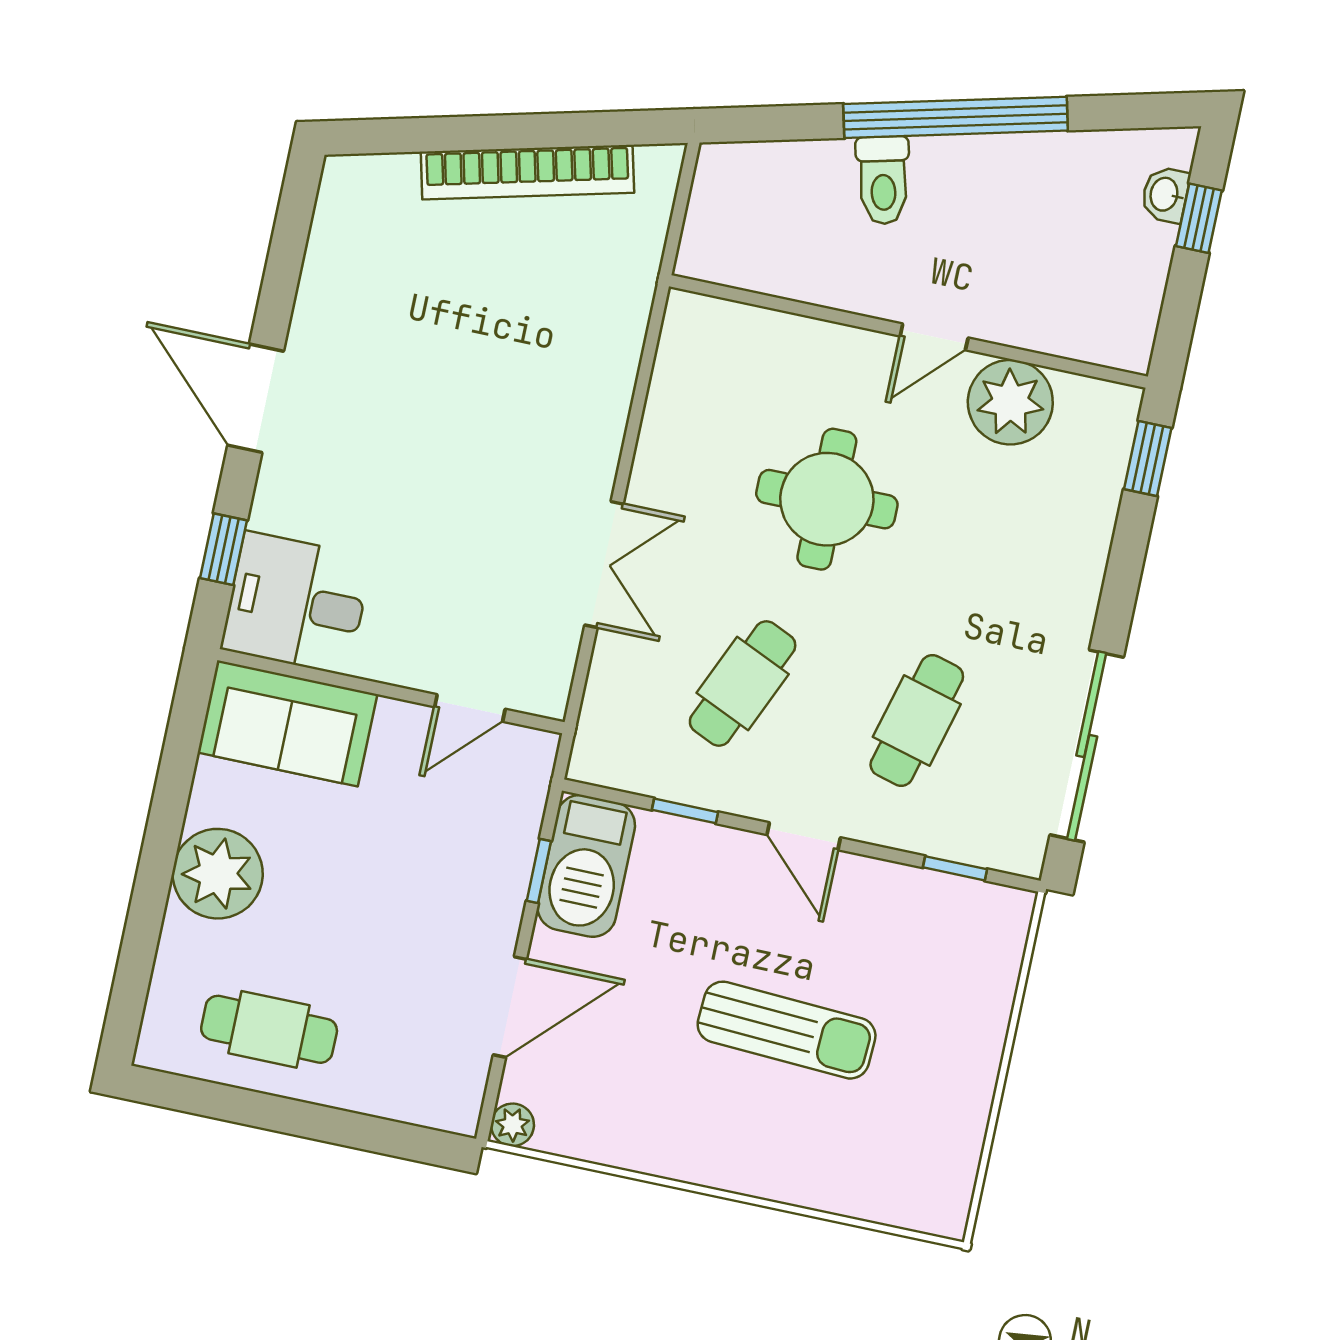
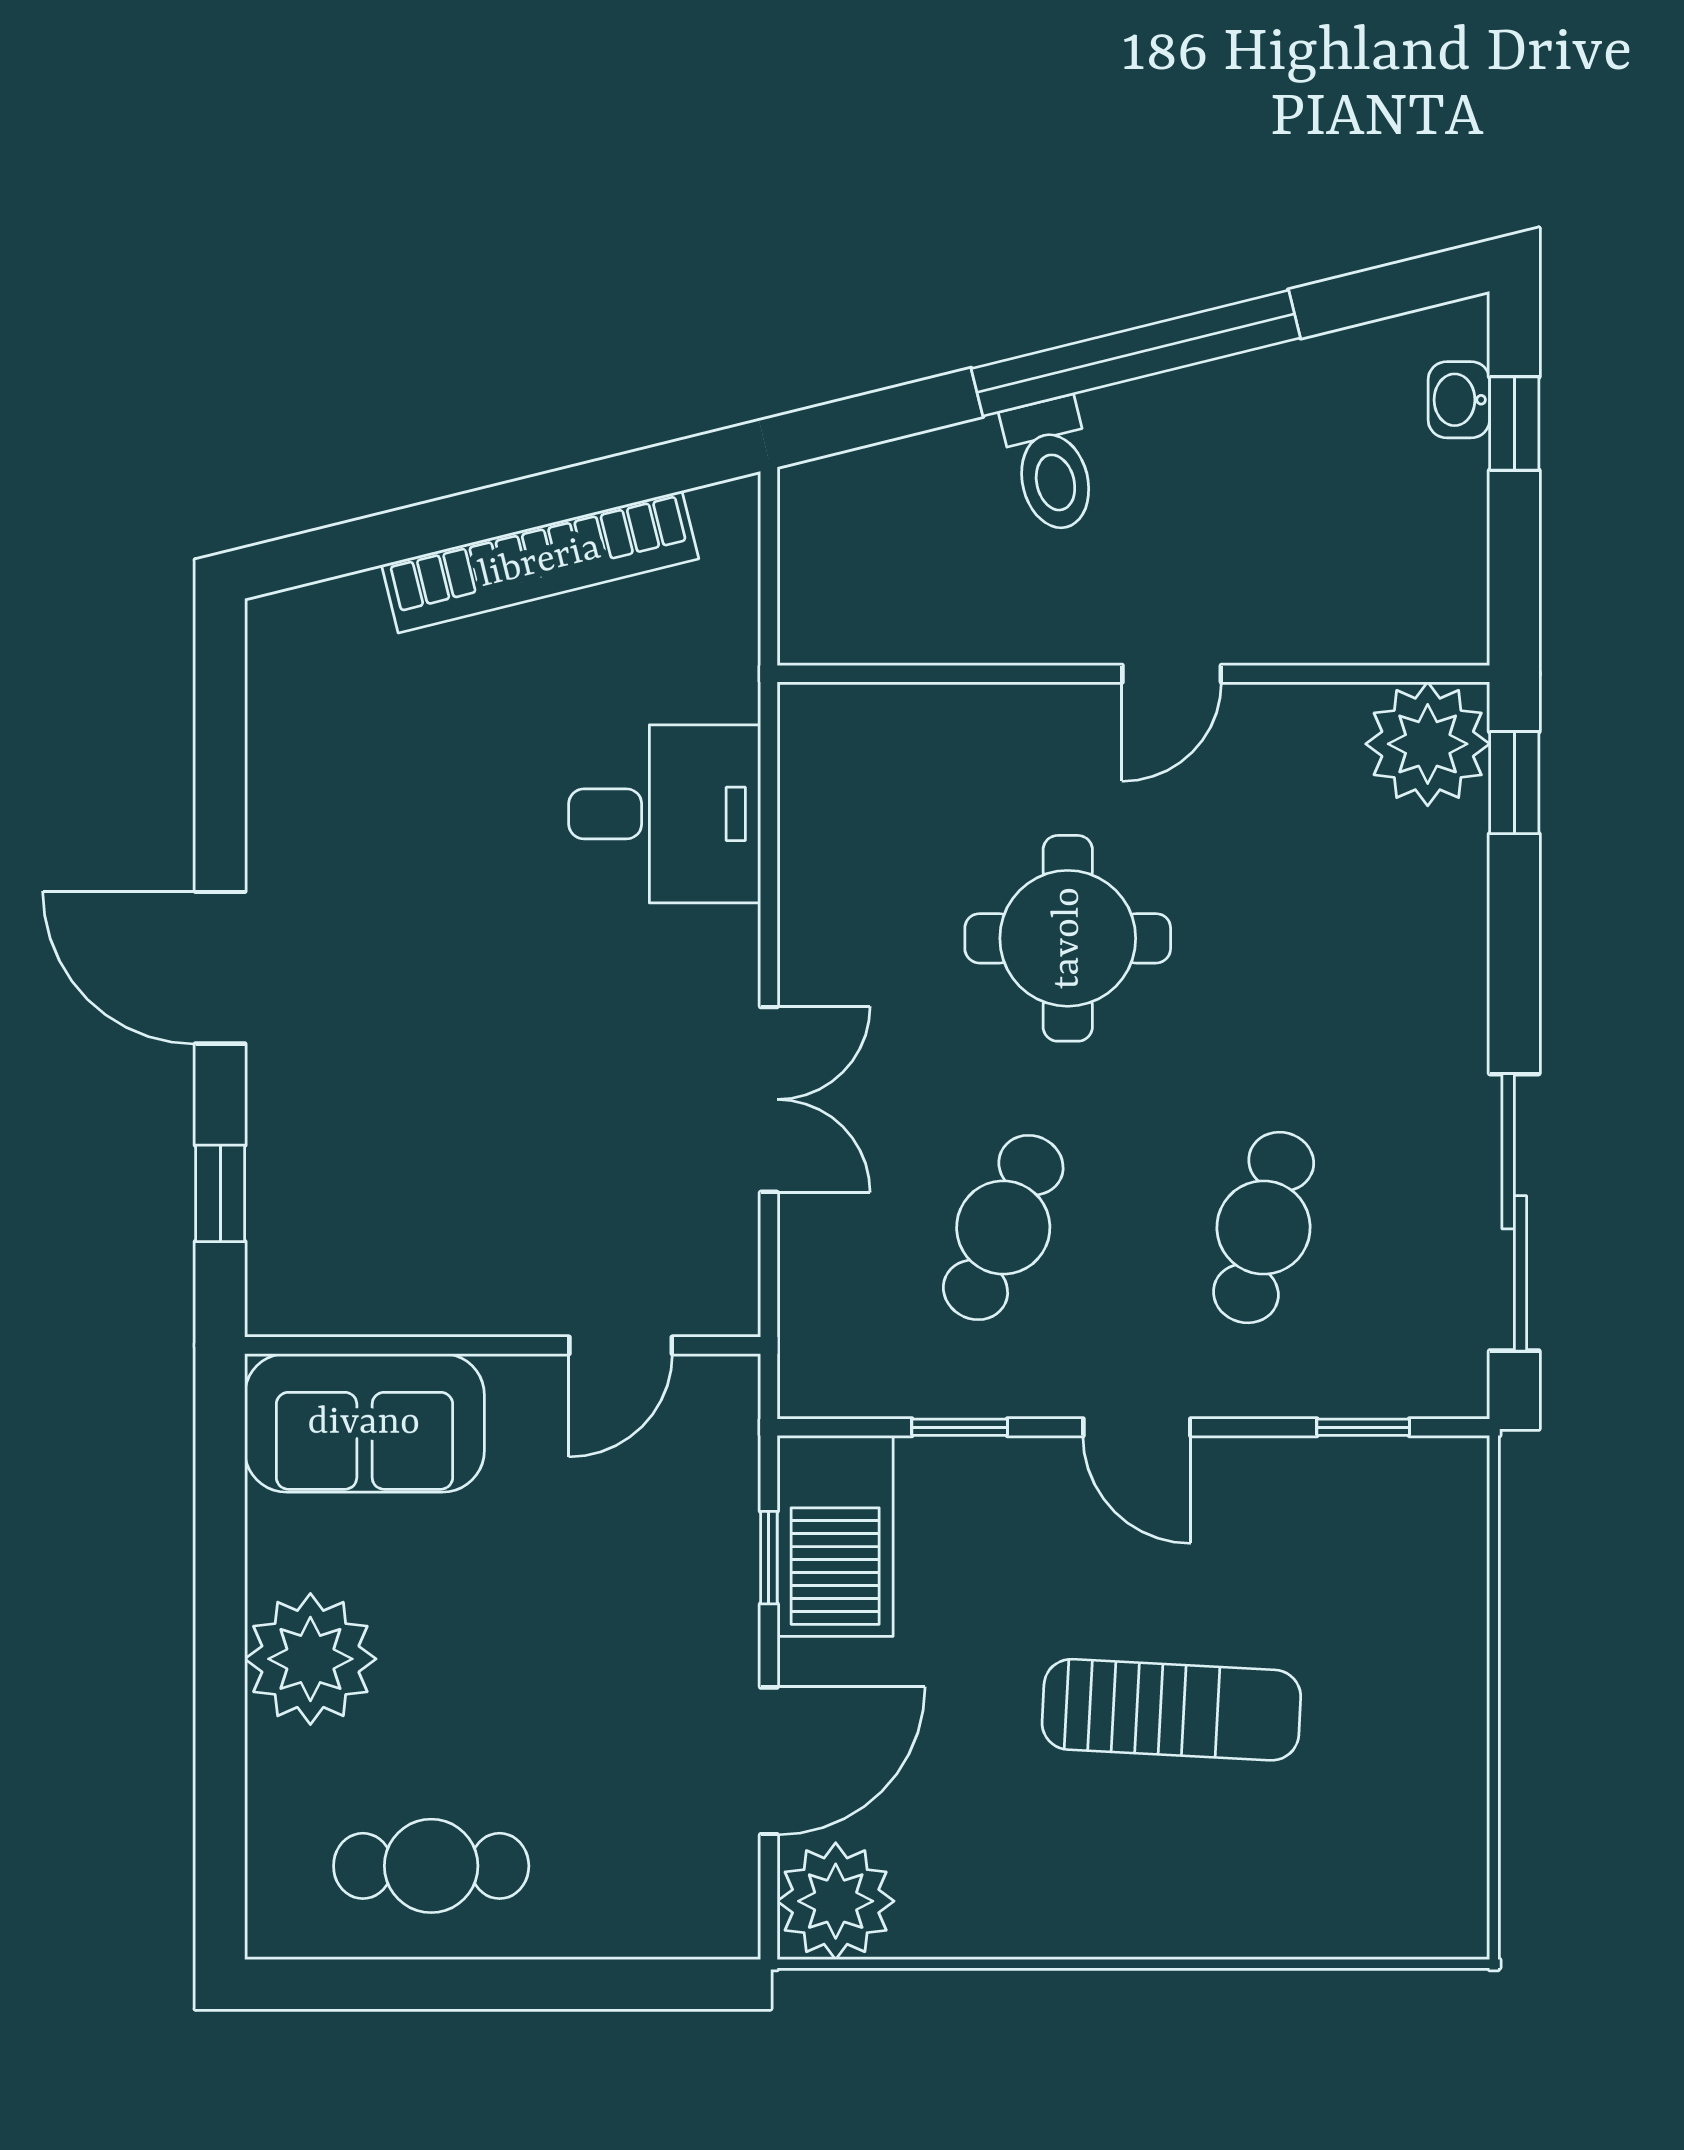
plant: (1010, 402) -> (1428, 744), moved
desk: (296, 603) -> (665, 814), moved, turned 180
plant: (513, 1125) -> (836, 1901), width x1.88, depth x1.88

